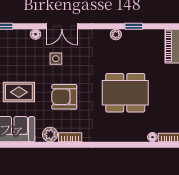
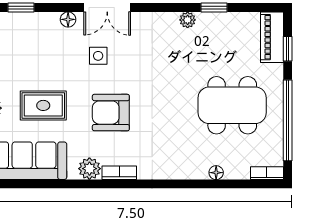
dining table: (125, 93) -> (232, 105), moved
floor lamp: (152, 137) -> (216, 173), moved

